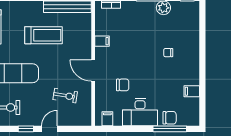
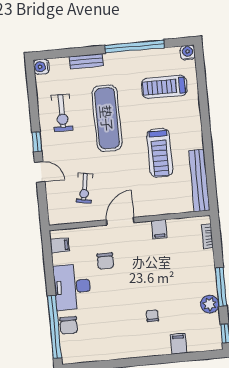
filing cabinet: (192, 91) -> (179, 344), moved
window: (170, 129) -> (54, 327), width x1.46

